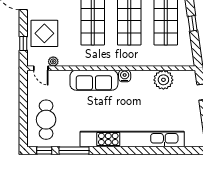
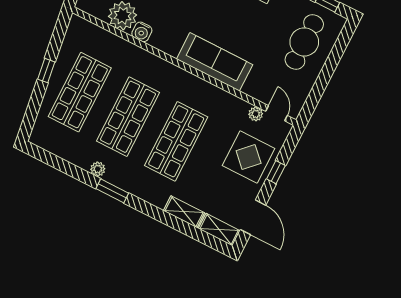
window: (23, 44) -> (276, 172), moved
water cooler: (125, 76) -> (142, 32), moved

